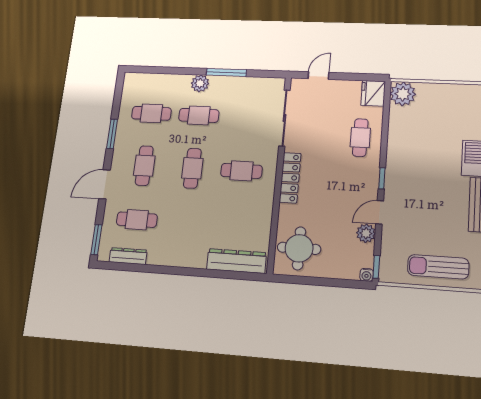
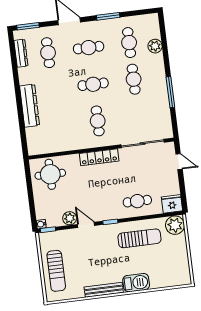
plant: (200, 83) -> (155, 46), moved
sun lounger: (412, 143) -> (139, 238), added
dresser: (236, 261) -> (30, 106), moved
sun lounger: (438, 267) -> (56, 271), turned 180

